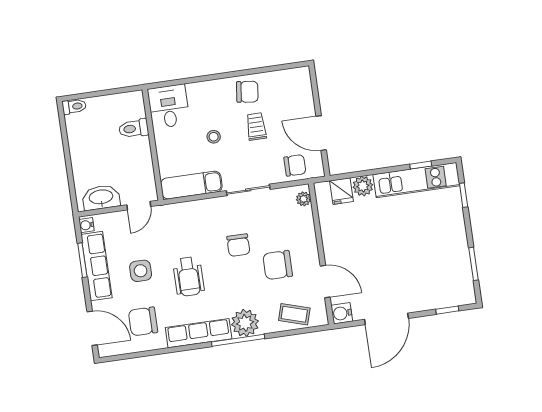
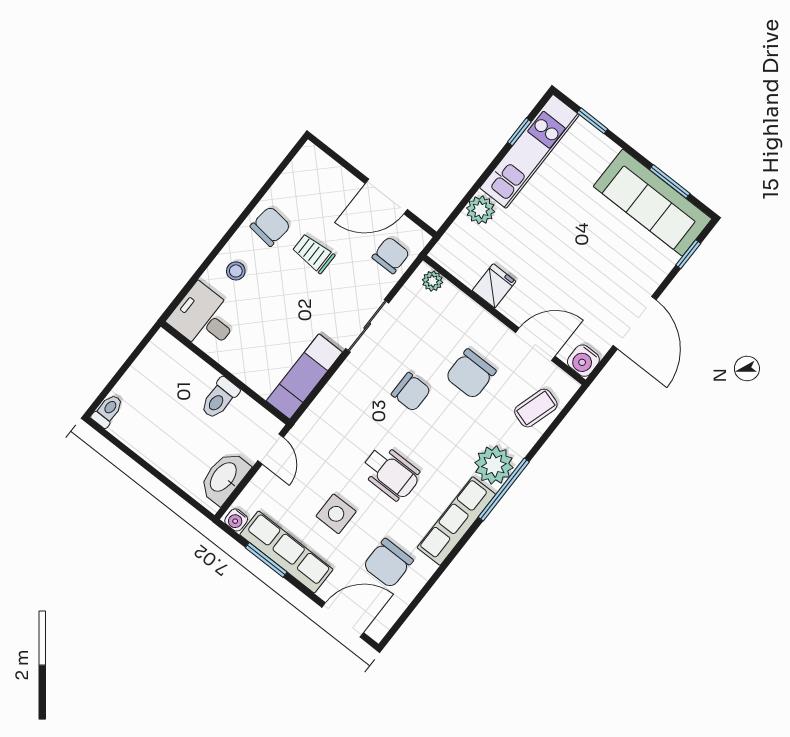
toilet: (134, 128) -> (220, 398), moved
stool: (214, 137) -> (236, 271), moved
fridge: (341, 191) -> (494, 286), moved, turned -90
sofa: (454, 266) -> (653, 203), added

